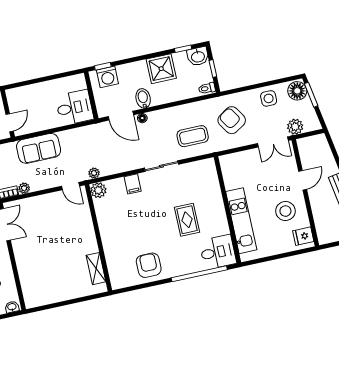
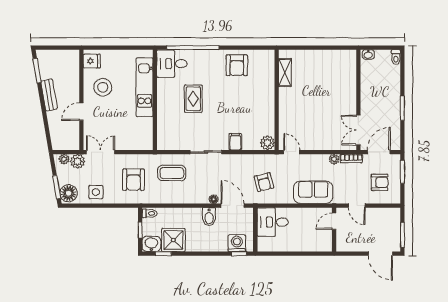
shower: (161, 69) -> (173, 240), moved
armchair: (232, 120) -> (133, 180), turned 33
armchair: (93, 148) -> (264, 182), added
plant: (94, 173) -> (64, 159), moved

